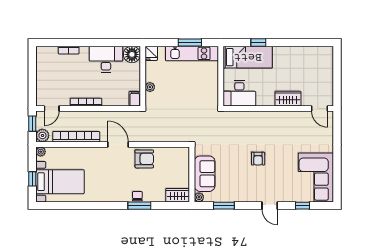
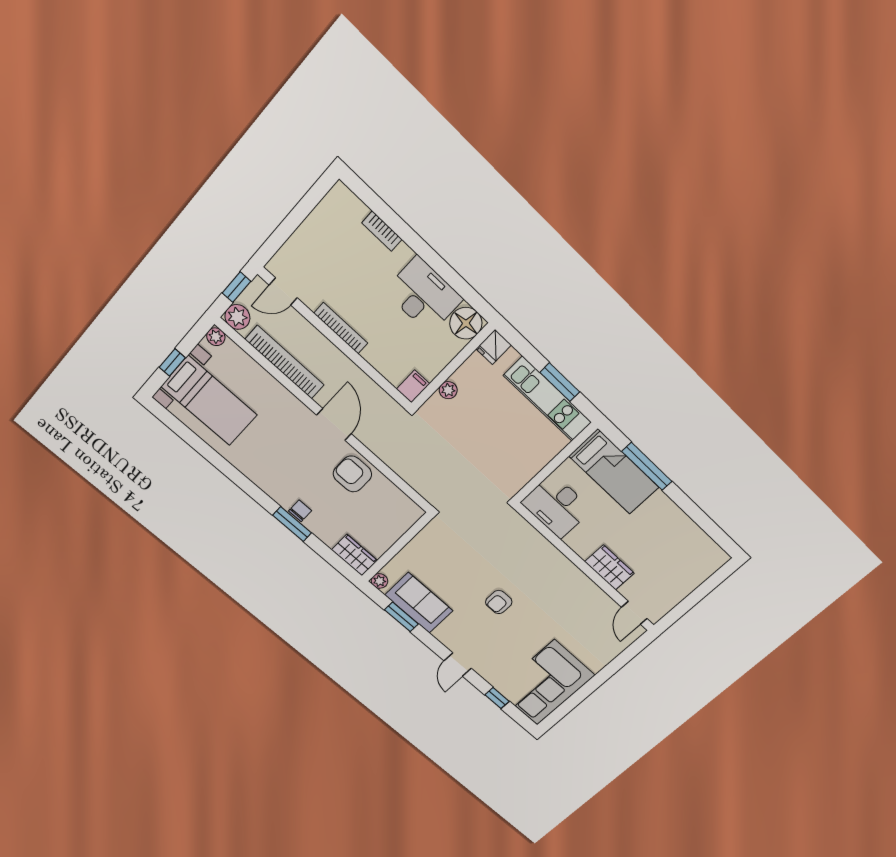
window: (258, 42) -> (647, 466), width x2.17
armchair: (144, 159) -> (352, 474), turned 180
sofa: (205, 174) -> (419, 603), moved, turned -90

